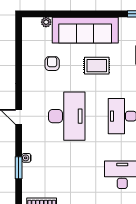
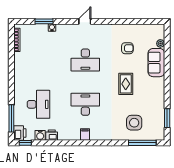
sofa: (85, 30) -> (156, 63), width x0.54, depth x0.79
desk: (67, 116) -> (85, 60), width x0.73, depth x0.77

